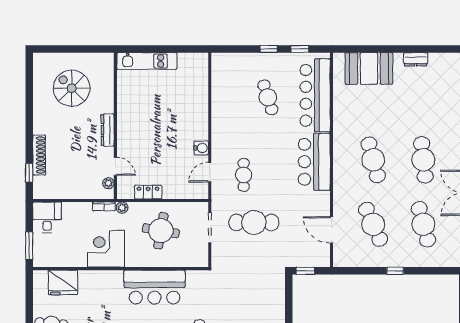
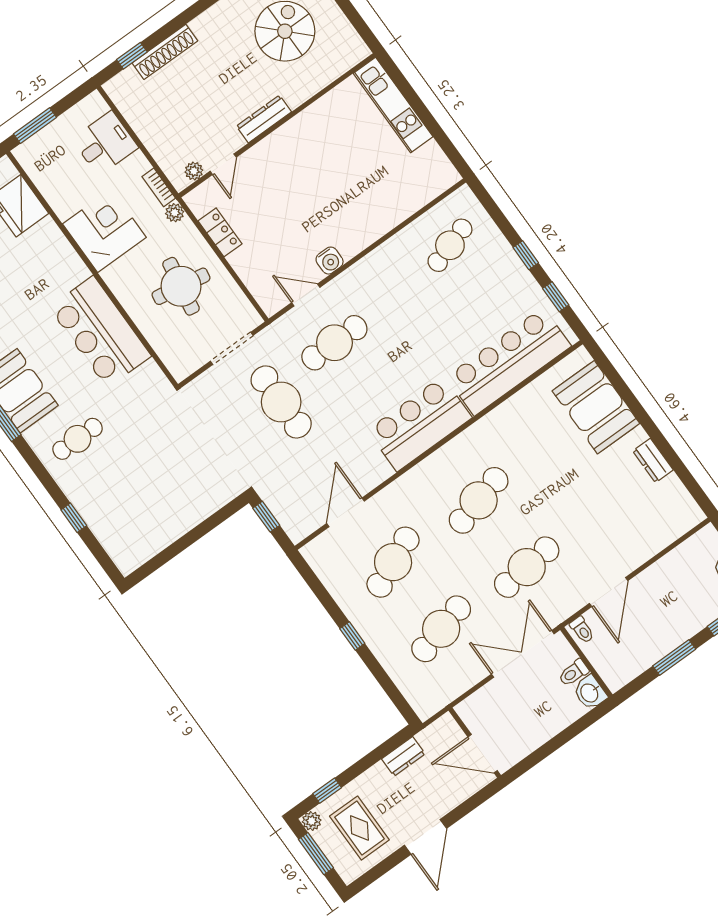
cafe table: (268, 97) -> (450, 245), moved
cafe table: (244, 175) -> (334, 343), width x1.37, depth x1.35
desk: (47, 217) -> (105, 143), moved

